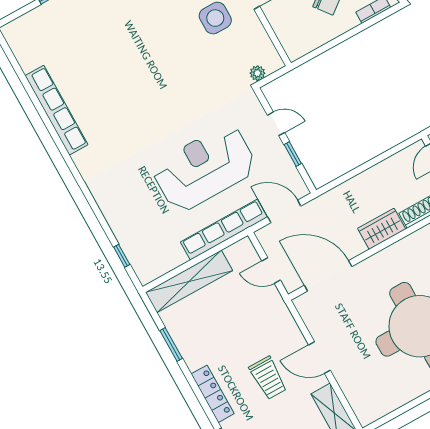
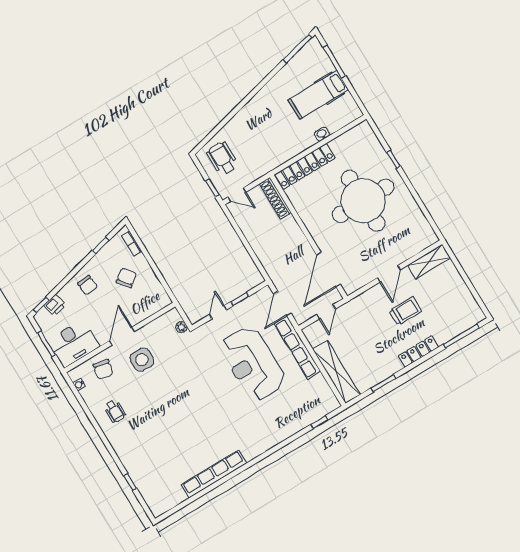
wardrobe: (382, 229) -> (292, 232), removed

